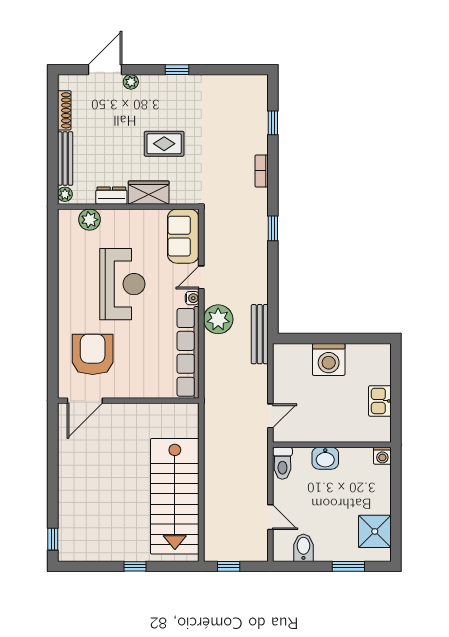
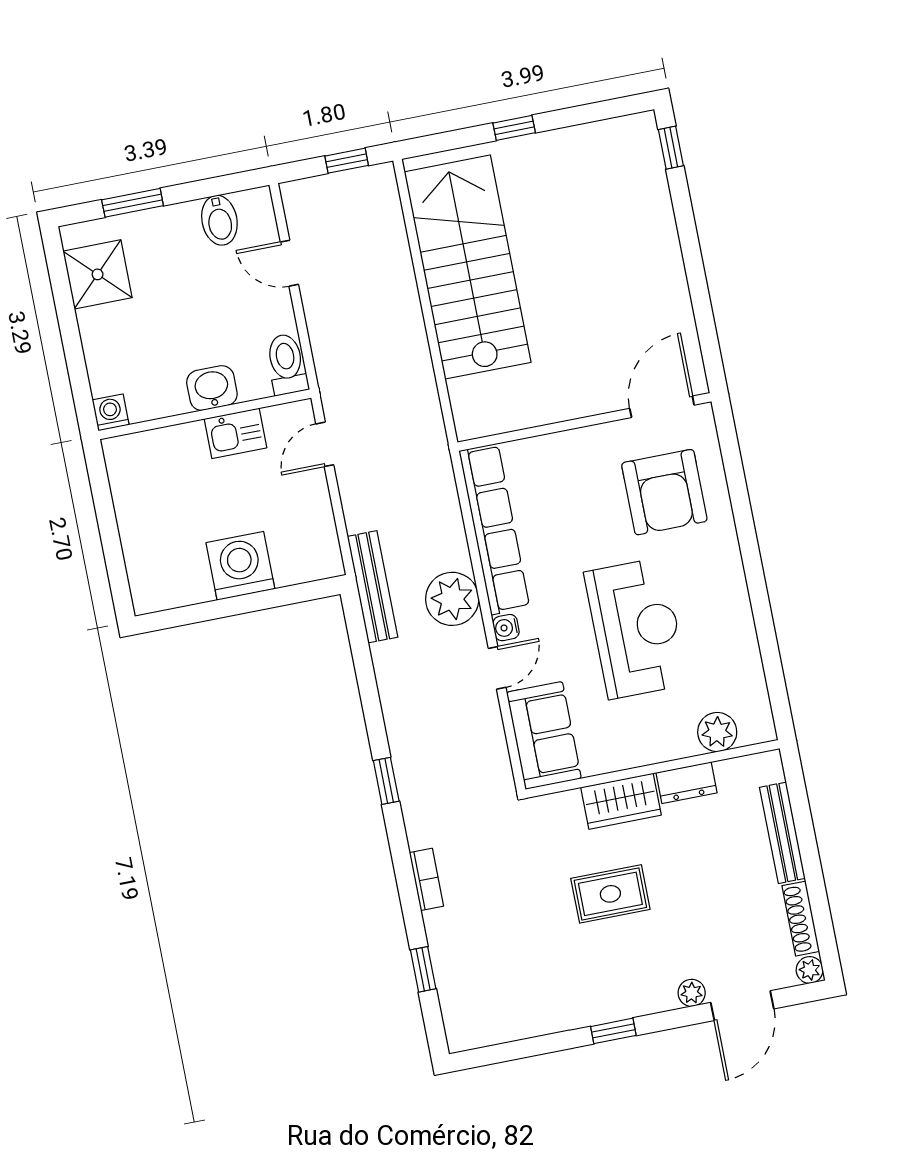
plant: (65, 194) -> (810, 970), moved
reception desk: (122, 284) -> (636, 628), turned 180
kitchen sink: (380, 401) -> (235, 433), moved, turned 90

